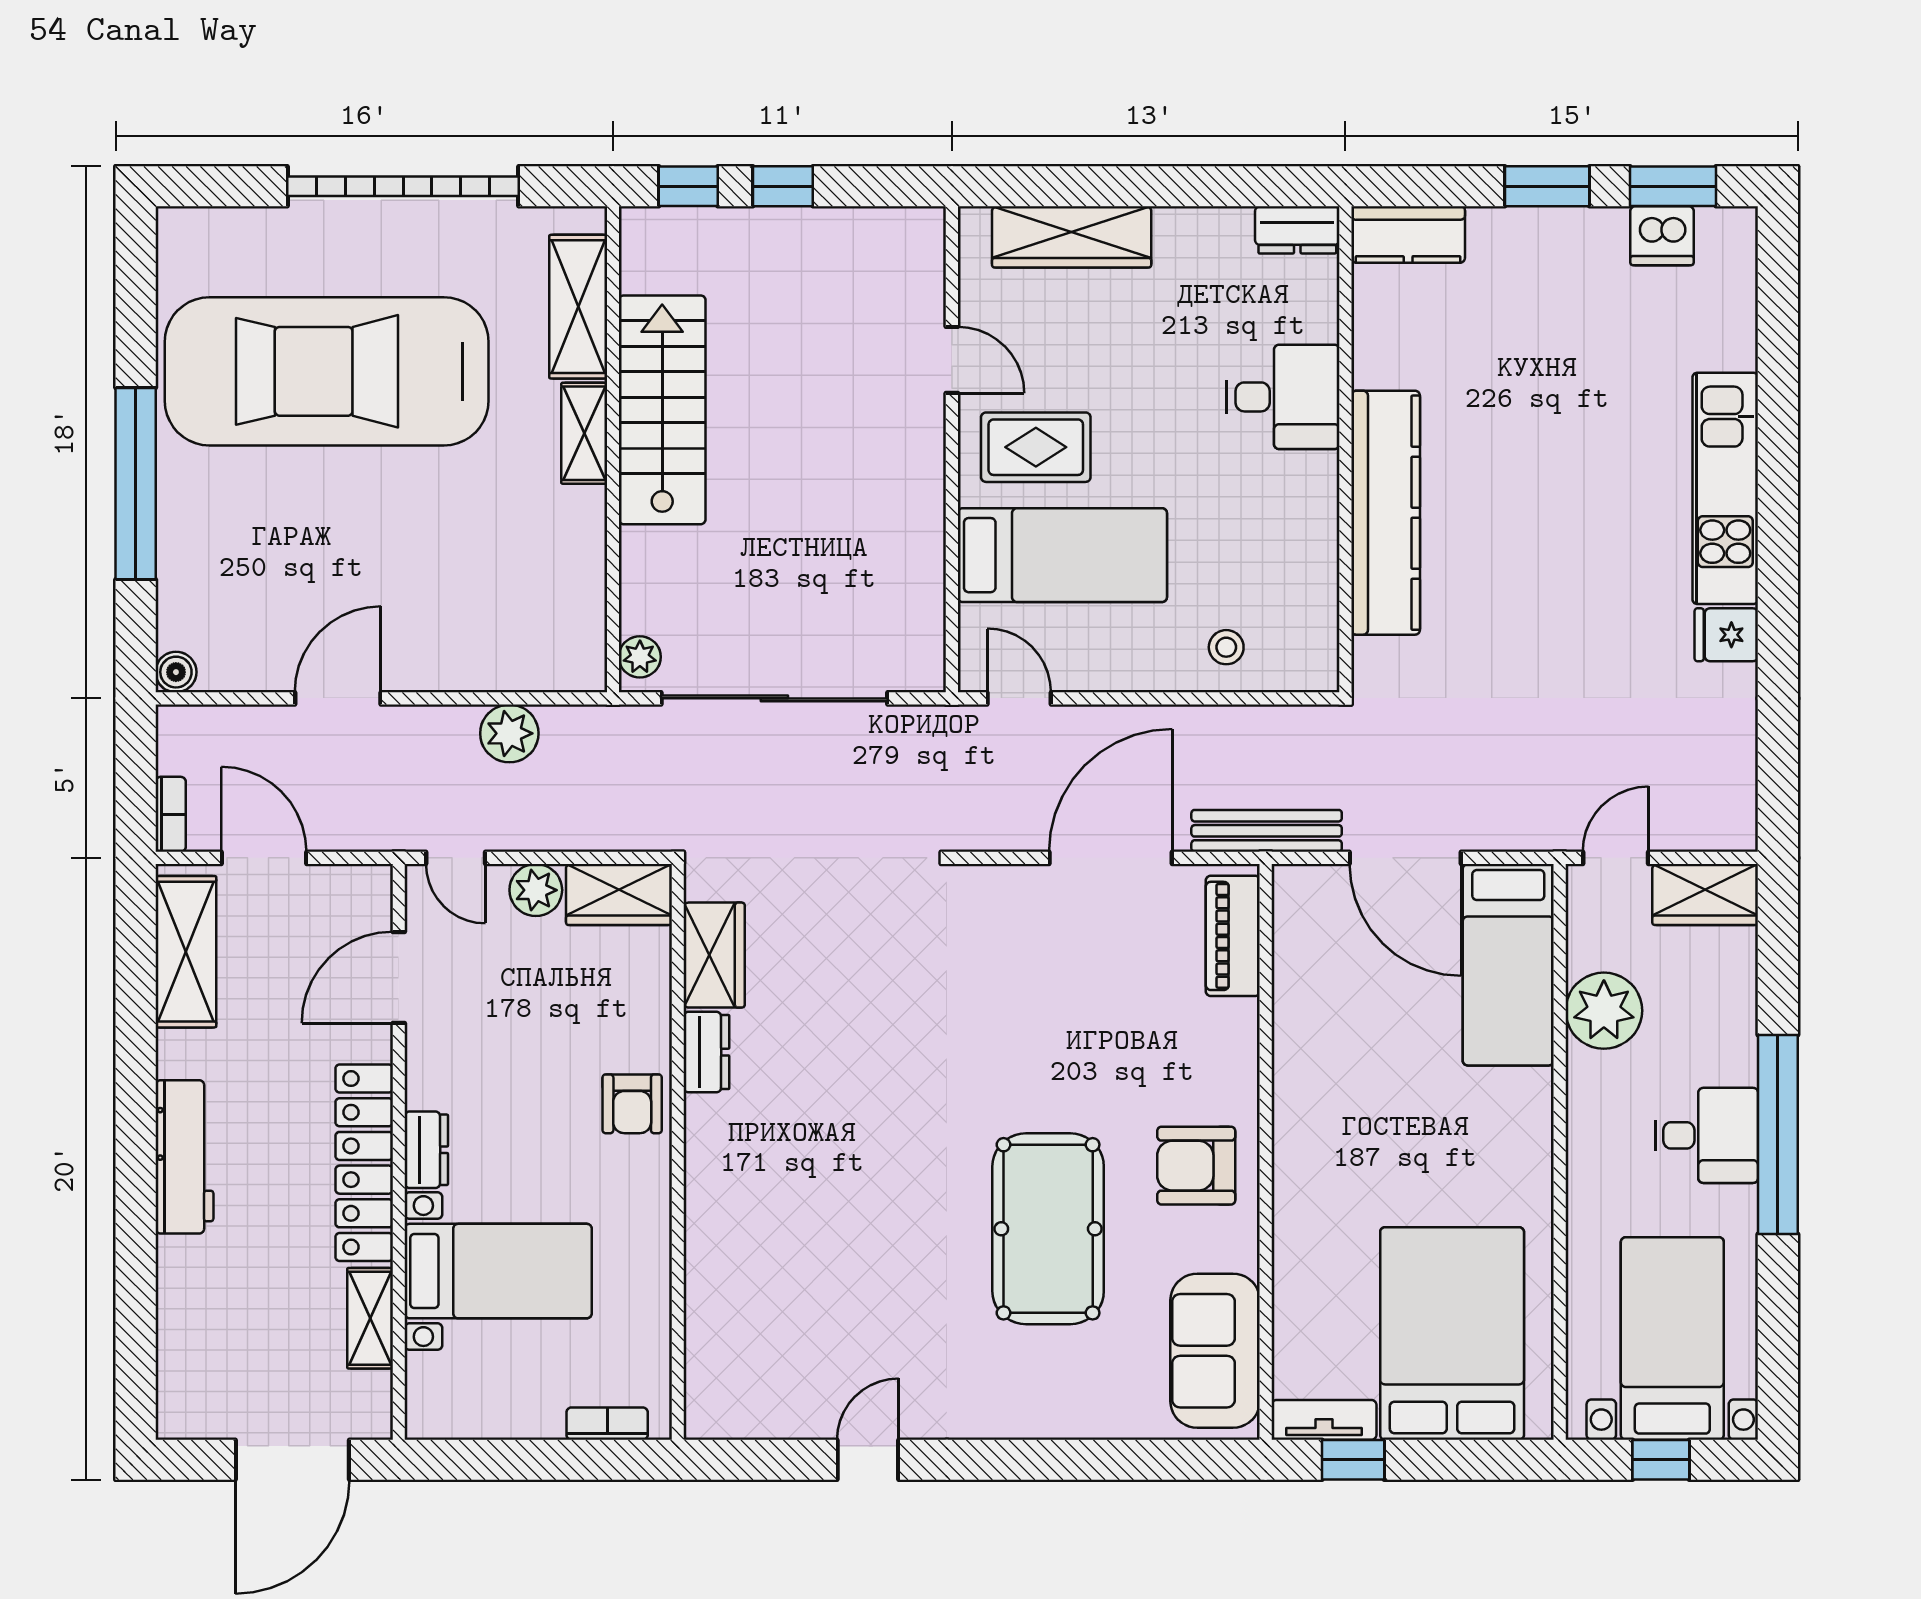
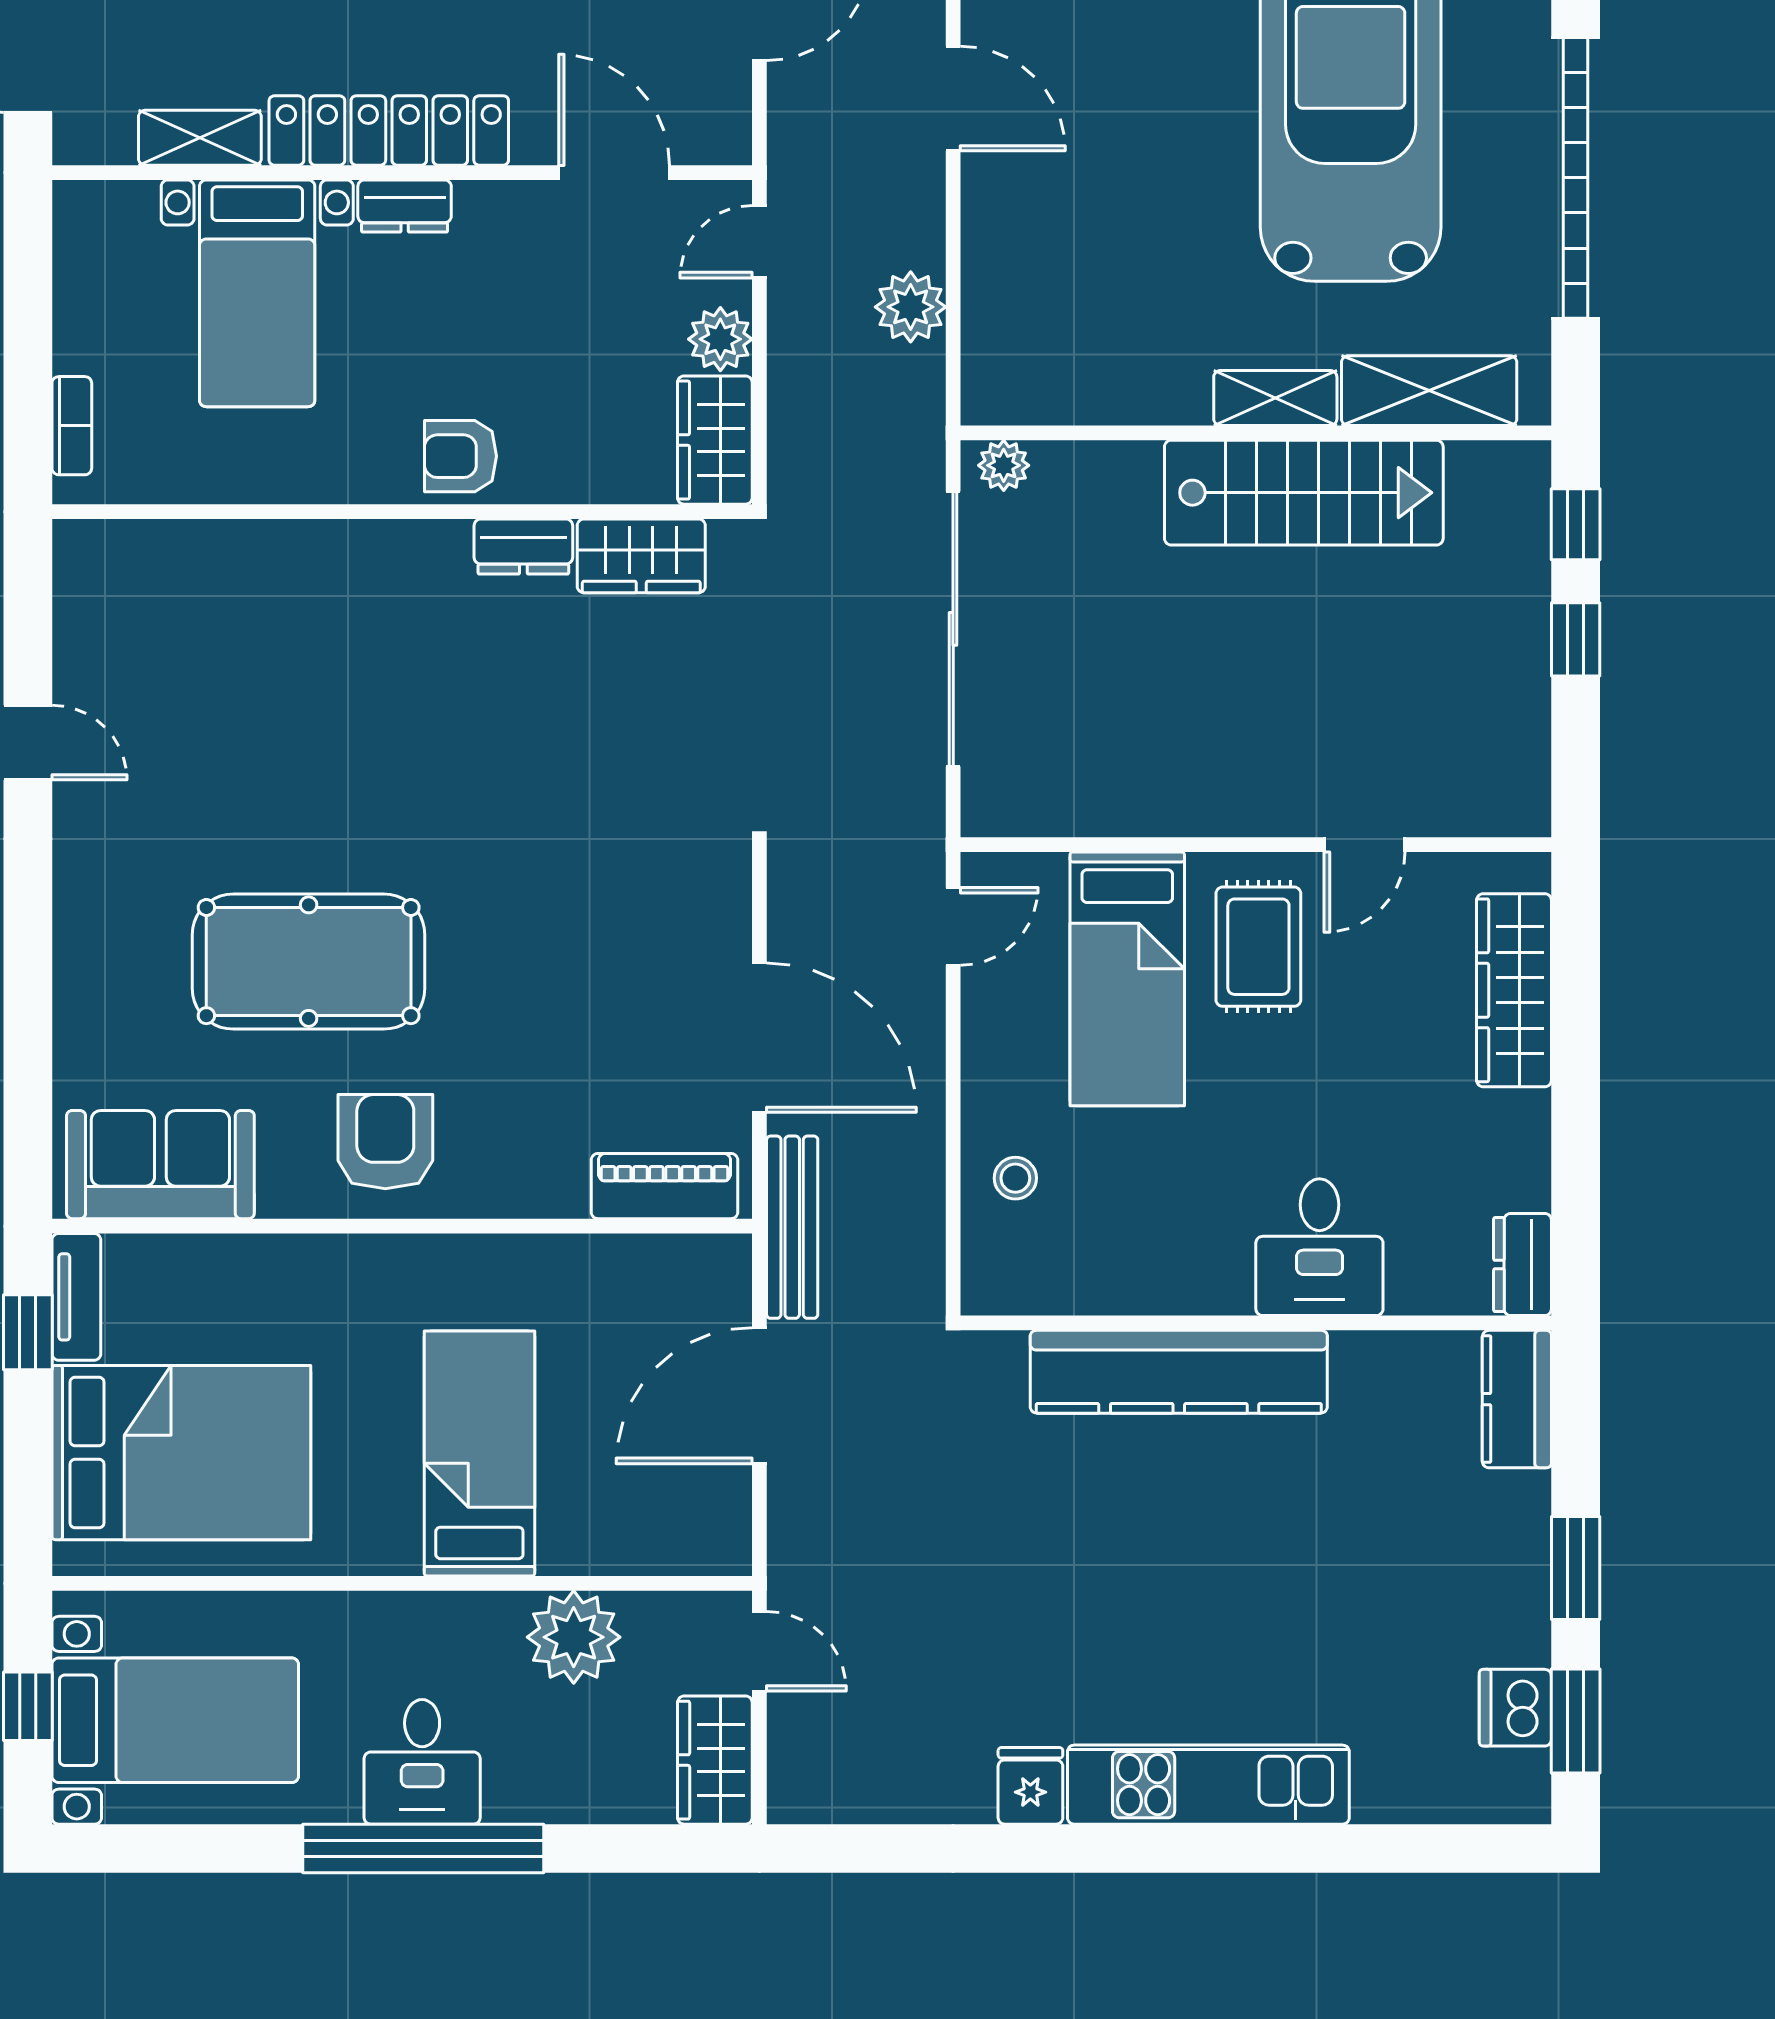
bed: (1508, 965) -> (479, 1454), moved, turned 90

